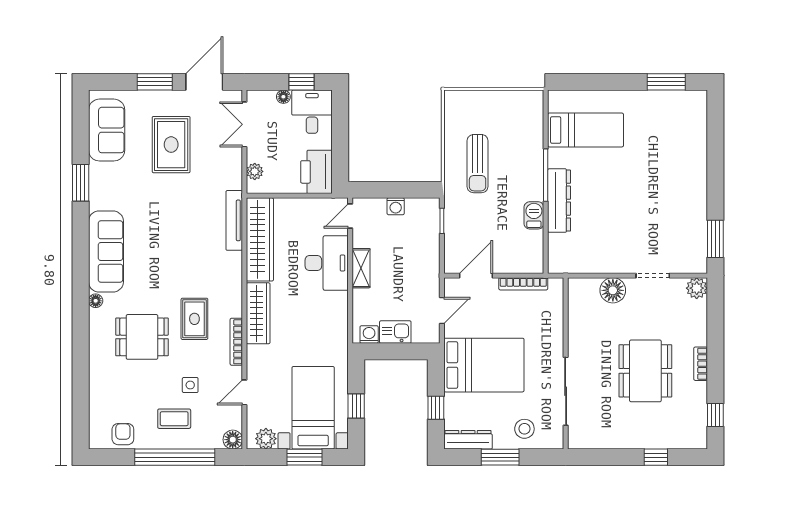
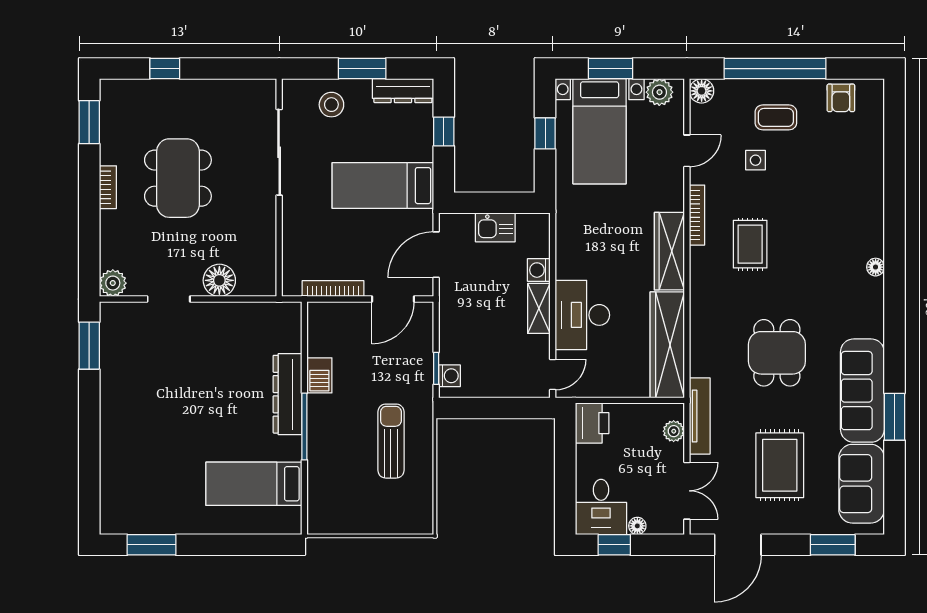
window: (155, 82) -> (833, 545), moved
printer: (316, 172) -> (592, 423), width x0.73, depth x0.84
washing machine: (396, 206) -> (449, 376), moved, turned 90
tv unit: (234, 220) -> (700, 416), moved
sofa: (106, 252) -> (862, 391), moved
door: (442, 311) -> (436, 255), width x1.38
washing machine: (369, 334) -> (539, 270), moved, turned 90
dining table: (142, 337) -> (777, 353), moved, turned 90
bed: (484, 365) -> (383, 186), width x0.67
window: (715, 415) -> (89, 122), width x1.50

